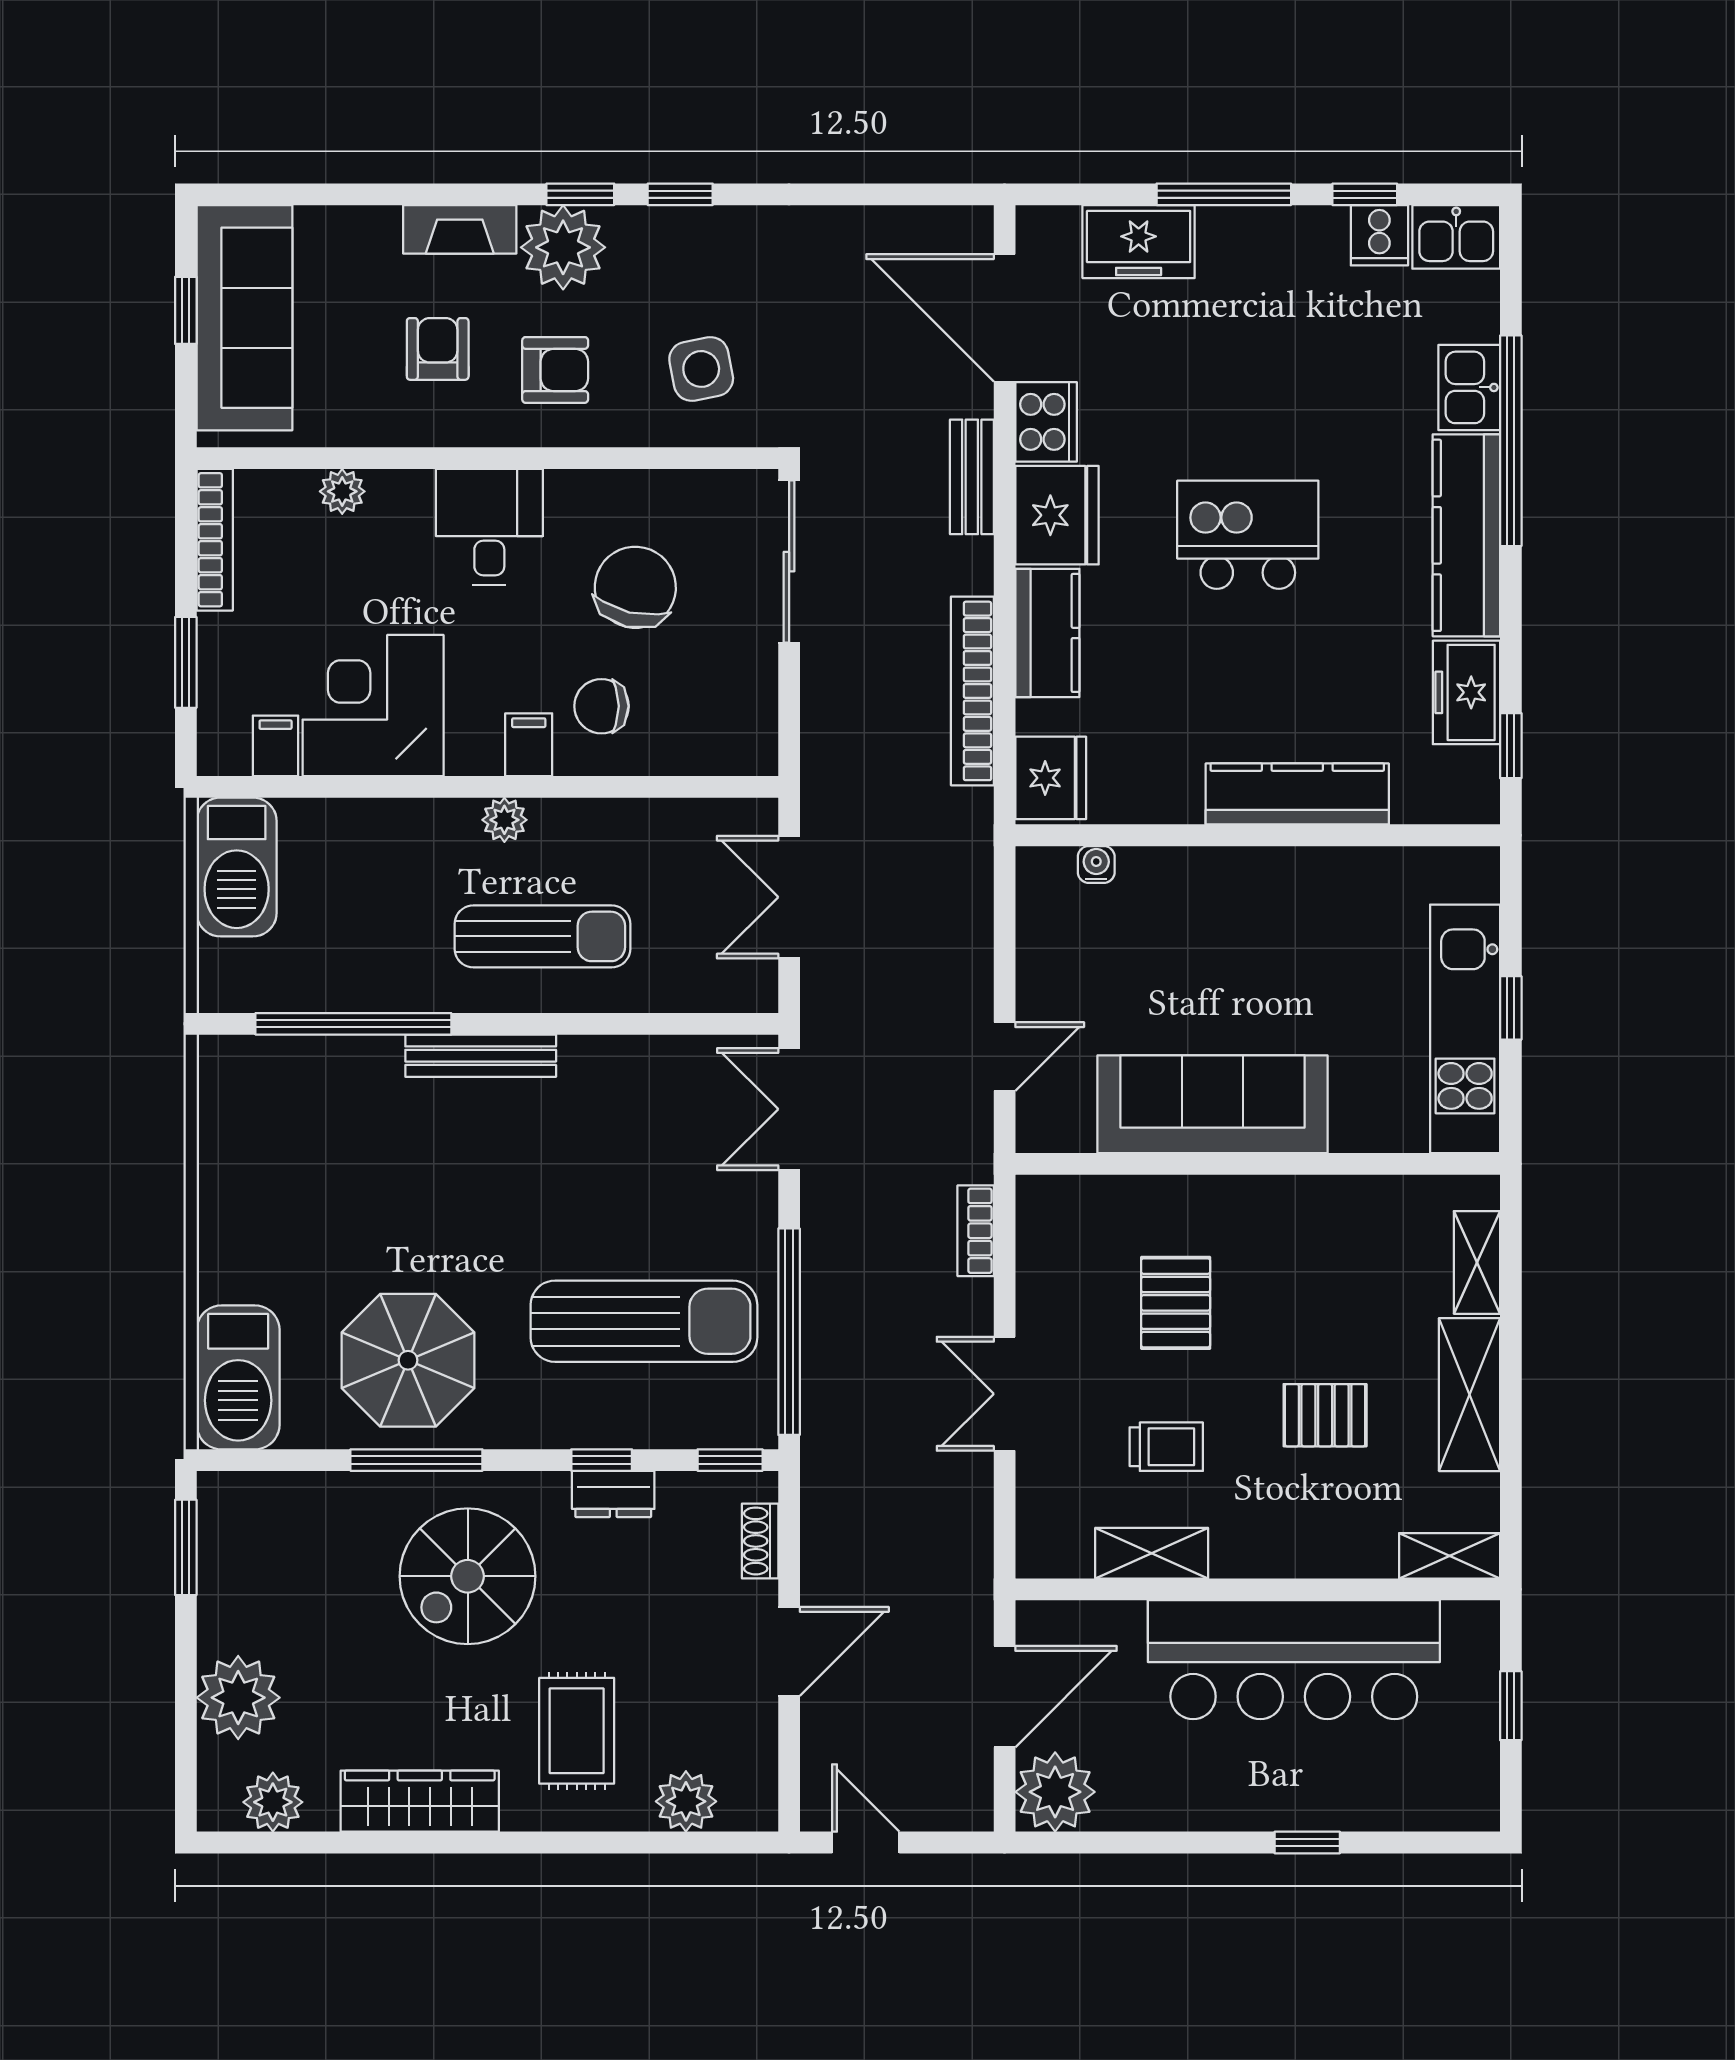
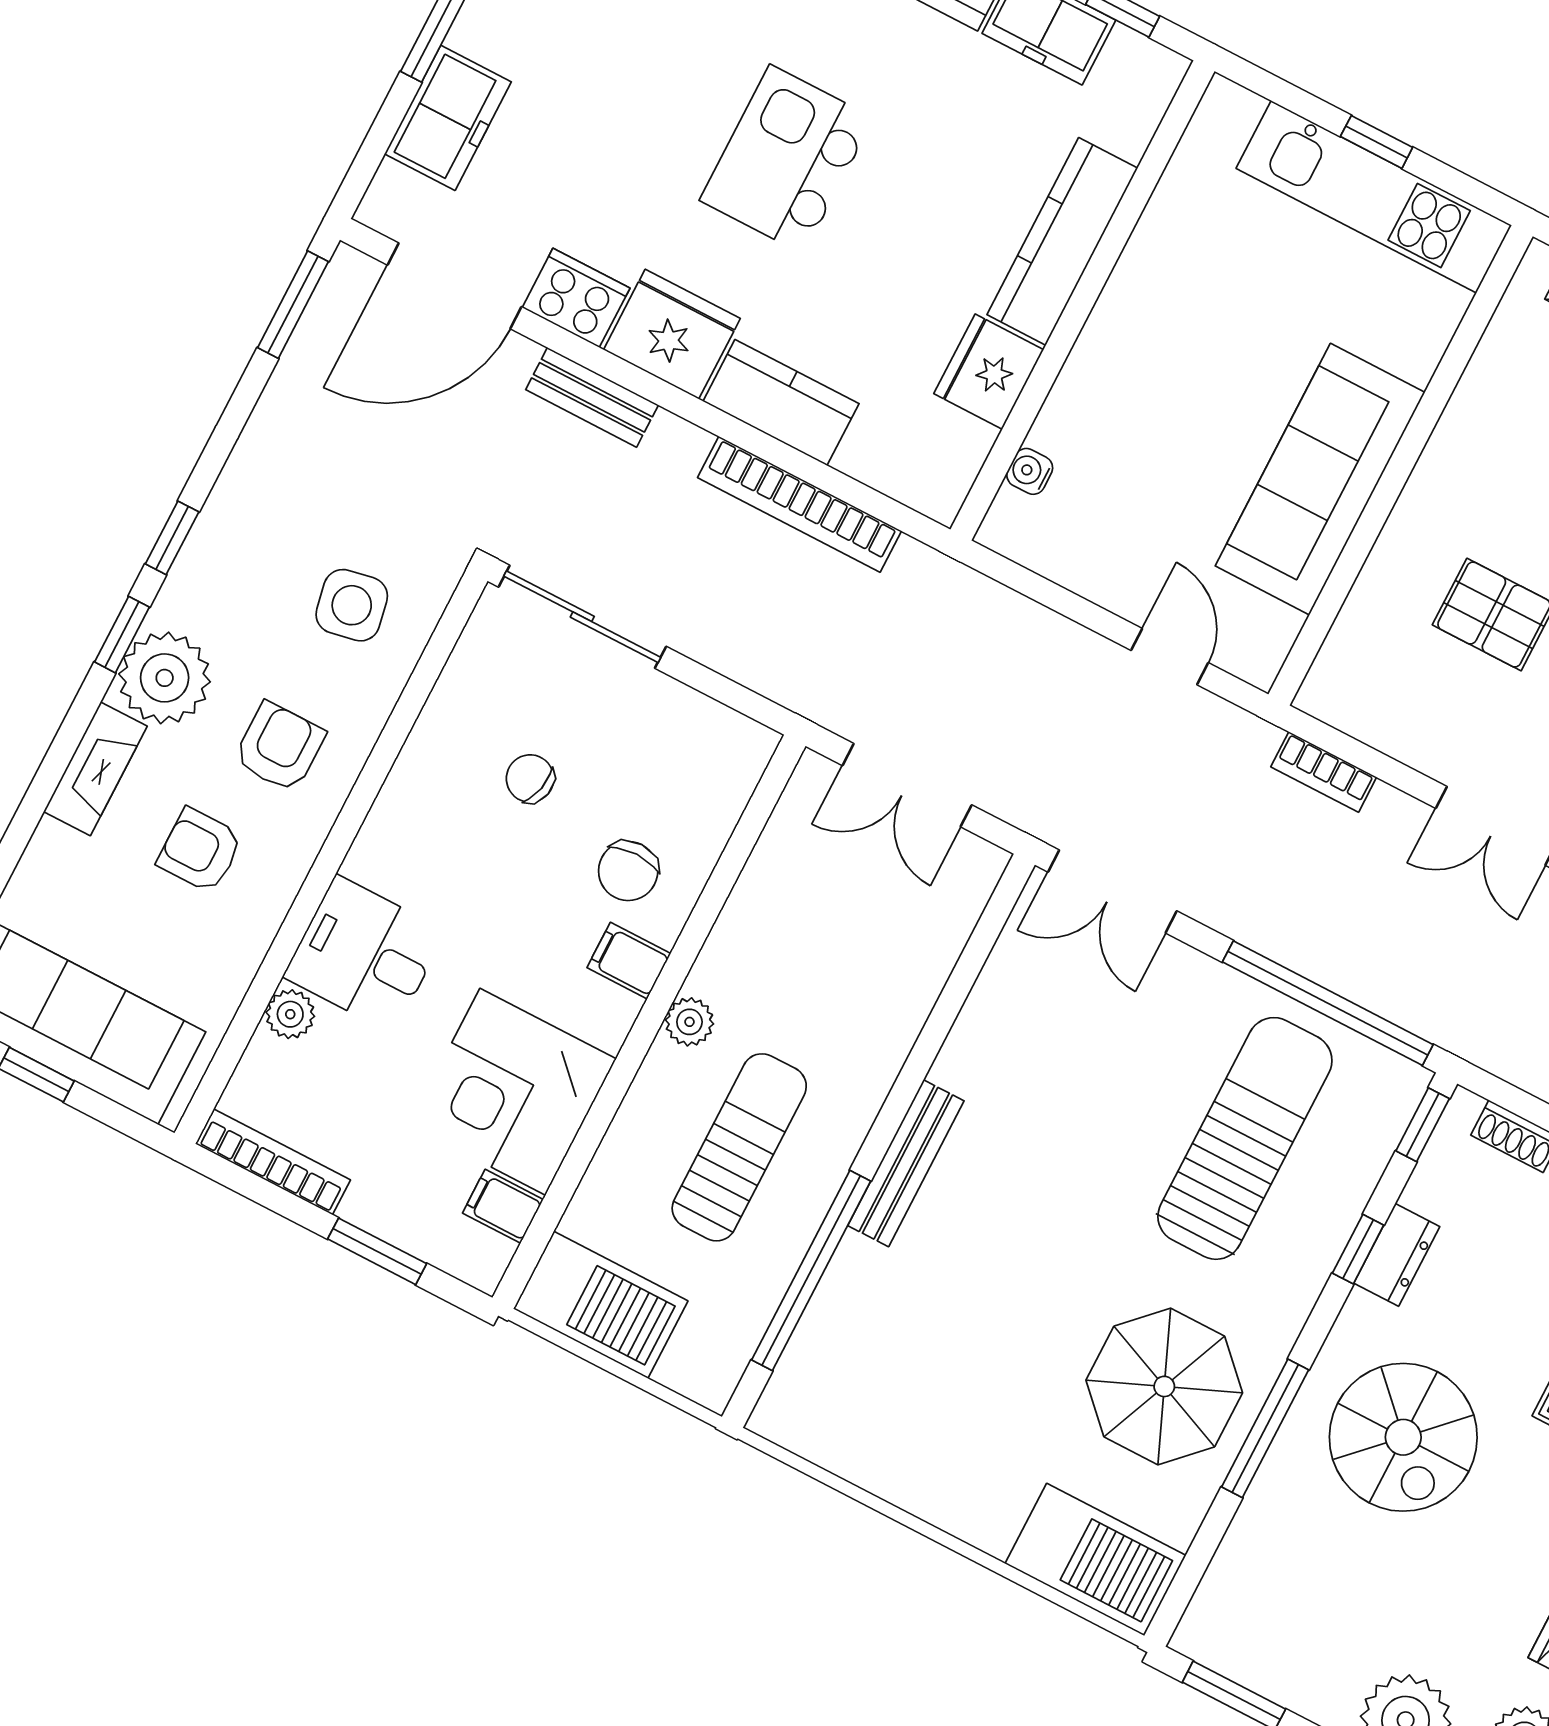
window: (921, 194) -> (293, 305), added
desk: (489, 527) -> (365, 954), moved
chair: (635, 587) -> (530, 779), width x0.54, depth x0.54
fridge: (1051, 778) -> (989, 372), moved, turned -90
sun lounger: (542, 936) -> (739, 1147), moved

